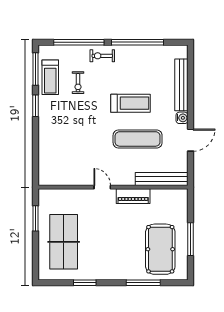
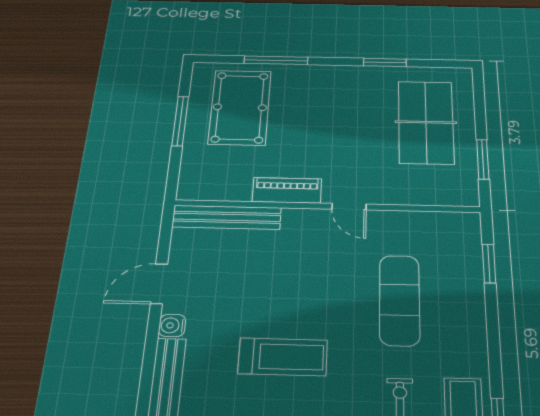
treadmill: (130, 103) -> (283, 357), turned 180
window: (35, 106) -> (489, 264), moved
exercise mat: (138, 139) -> (399, 300), moved, turned 90

